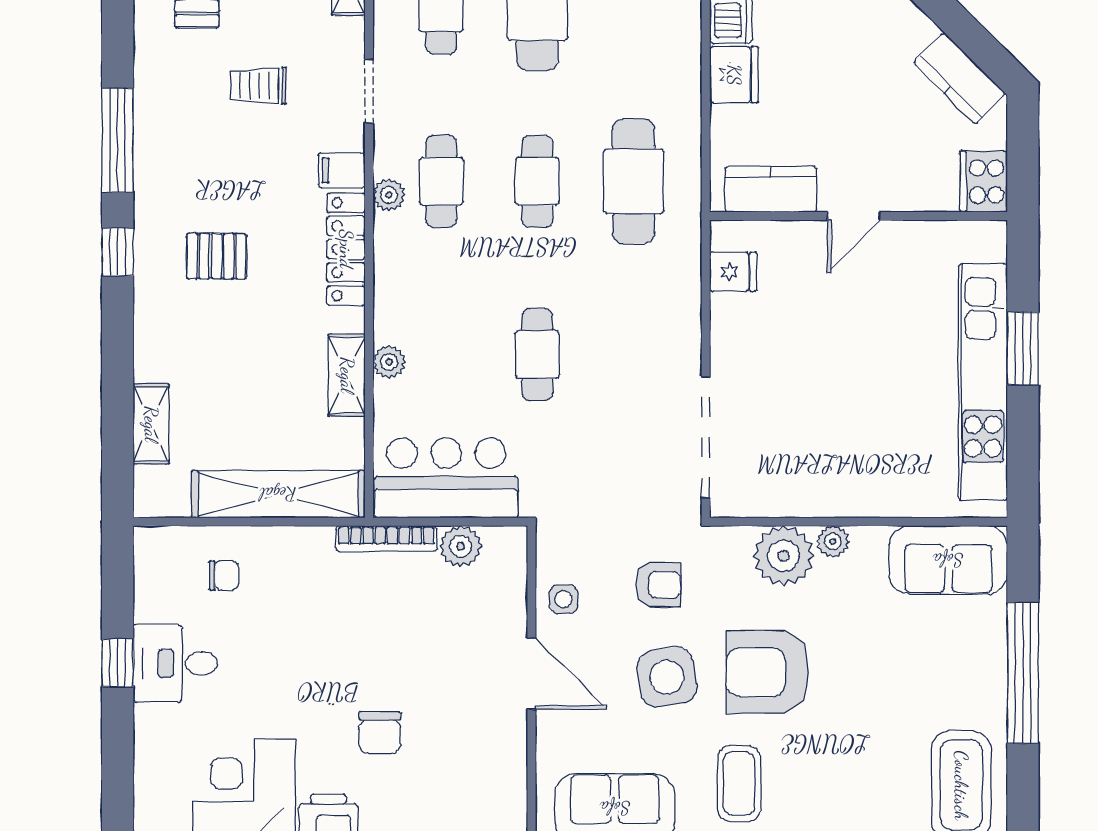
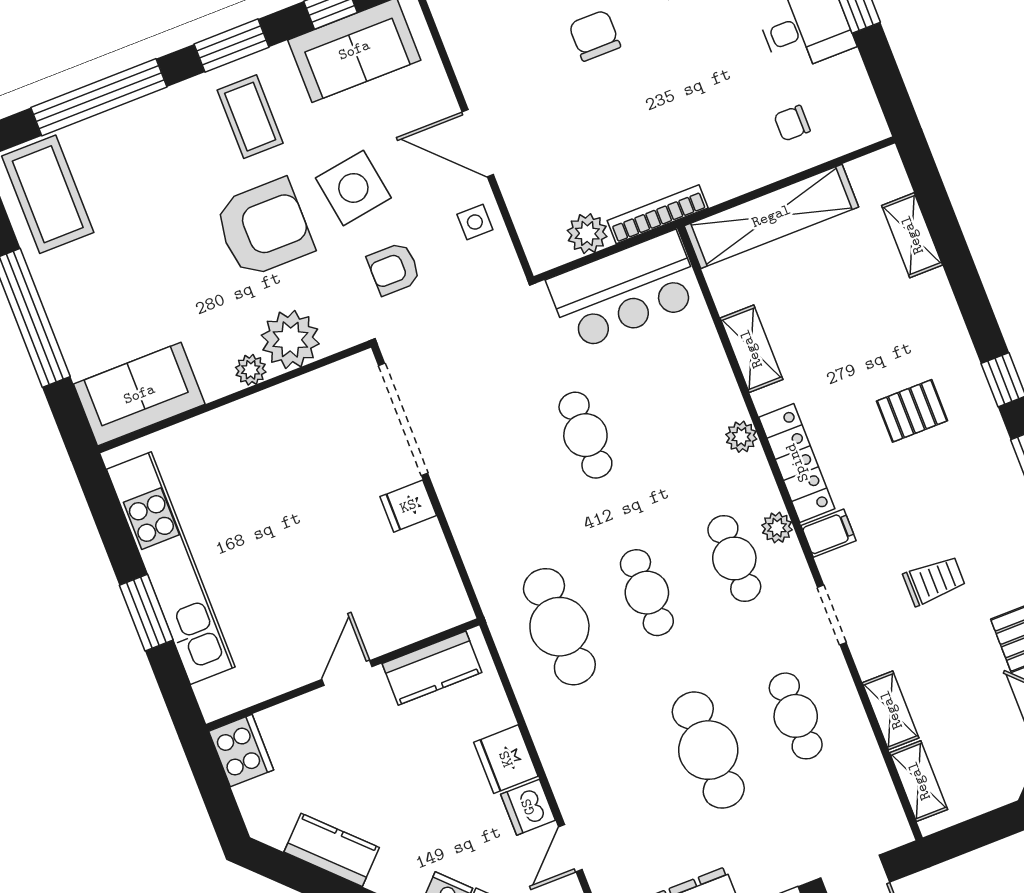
kitchen counter: (959, 78) -> (332, 850), moved
fridge: (733, 272) -> (408, 506), moved
plant: (389, 362) -> (741, 437), moved

